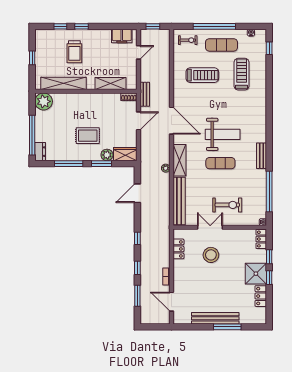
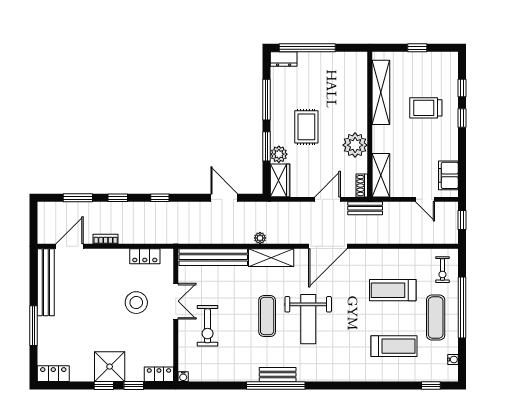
treadmill: (202, 75) -> (393, 290), turned 90
shelving: (111, 83) -> (381, 175), moved
plant: (44, 101) -> (355, 145), moved
door: (139, 121) -> (327, 199), swing flipped
window: (269, 192) -> (276, 385), moved
locker: (261, 296) -> (53, 374), moved
bench: (215, 318) -> (46, 282), moved

